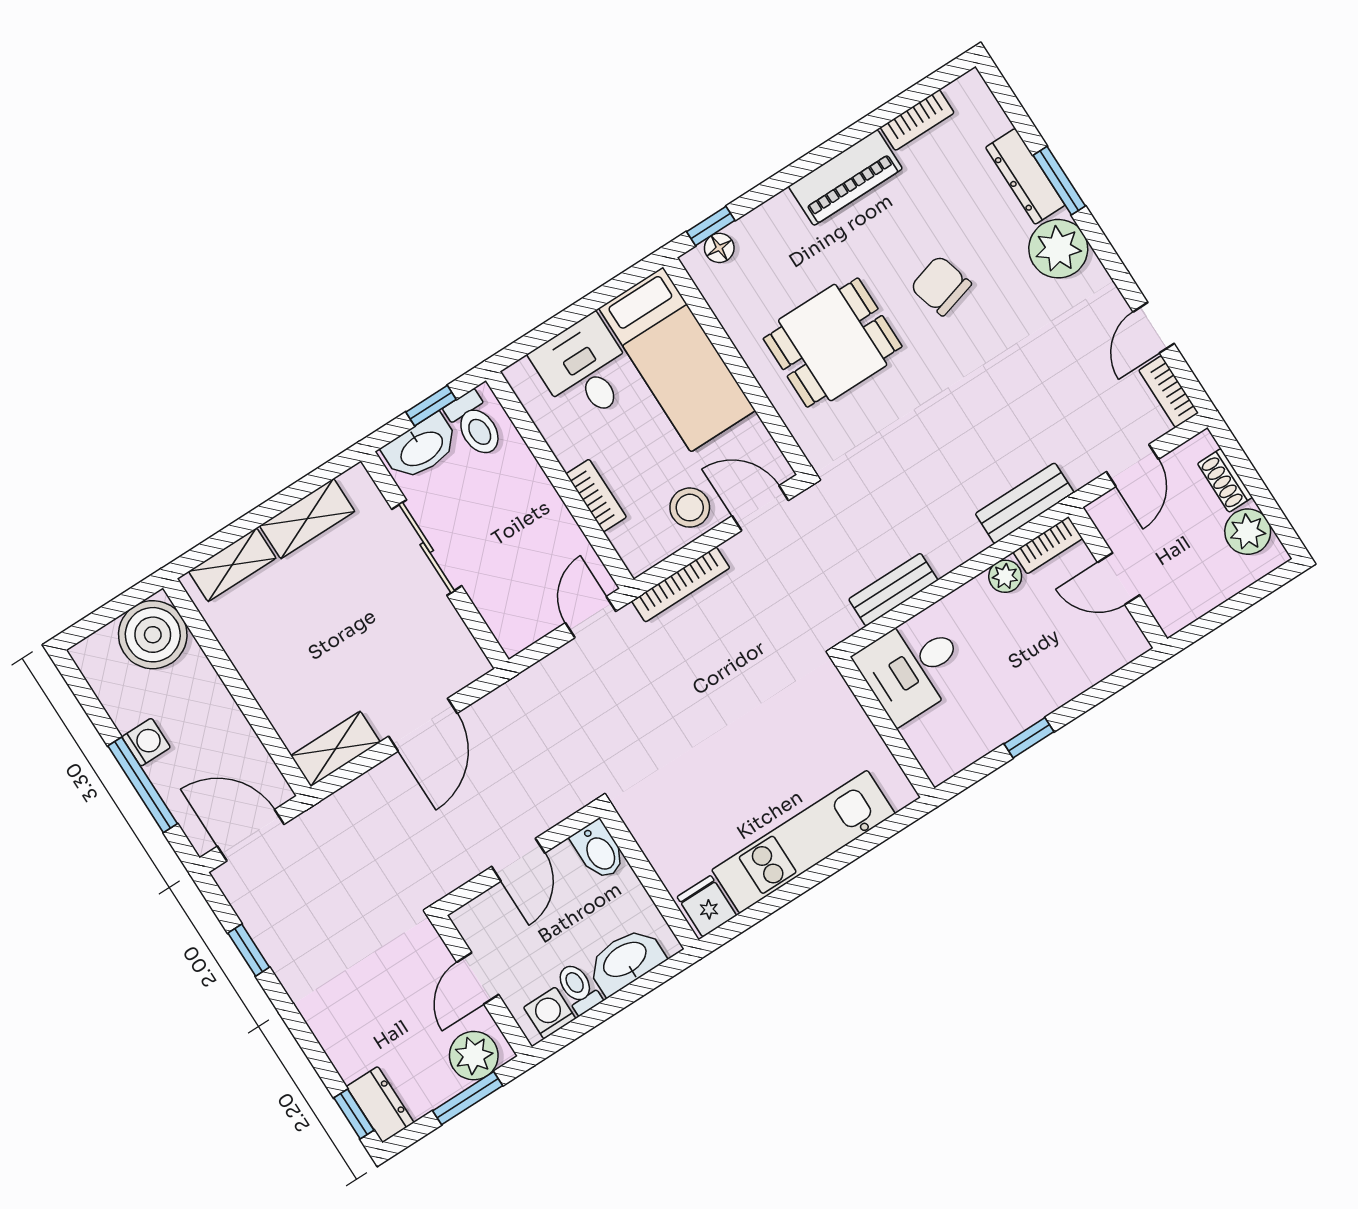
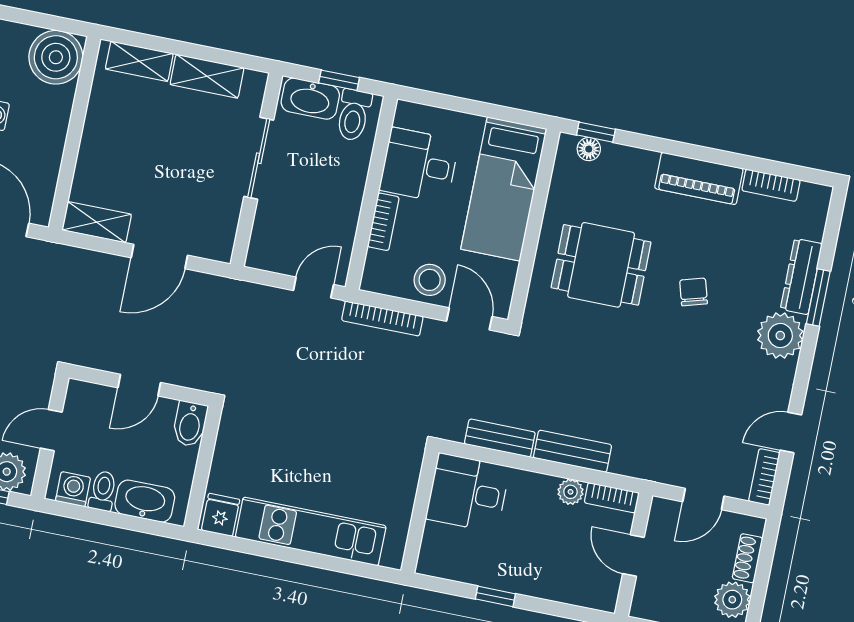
chair: (941, 286) -> (694, 292), width x0.73, depth x0.73
desk: (585, 369) -> (419, 165), moved, turned -90
bench: (1025, 503) -> (572, 451), moved

